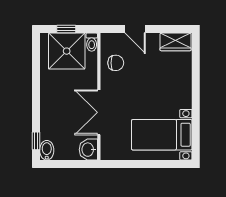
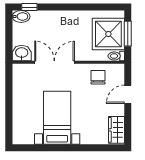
window: (66, 29) -> (128, 34), width x1.50
chair: (116, 63) -> (98, 77), turned 180
bed with nightstands: (162, 135) -> (57, 118), moved

